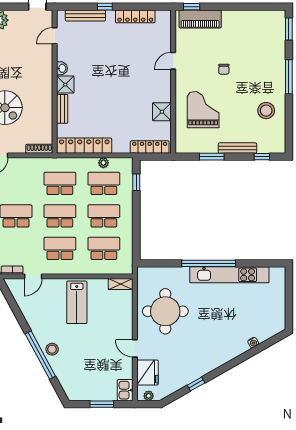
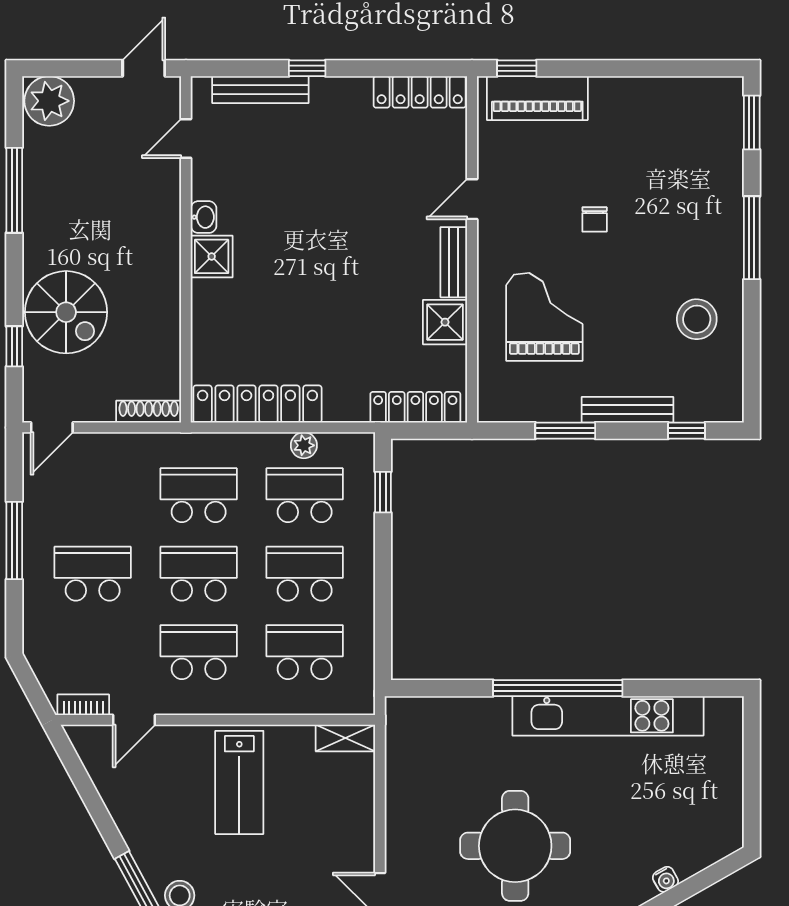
locker: (135, 16) -> (420, 92), moved
bench: (62, 109) -> (454, 262), moved
round table: (165, 311) -> (515, 846), moved

